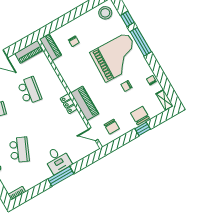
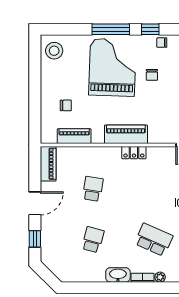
window: (127, 19) -> (150, 29), moved
piano: (50, 47) -> (74, 136), moved
school desk: (29, 91) -> (93, 189), width x0.54
piano: (85, 103) -> (126, 134), moved

